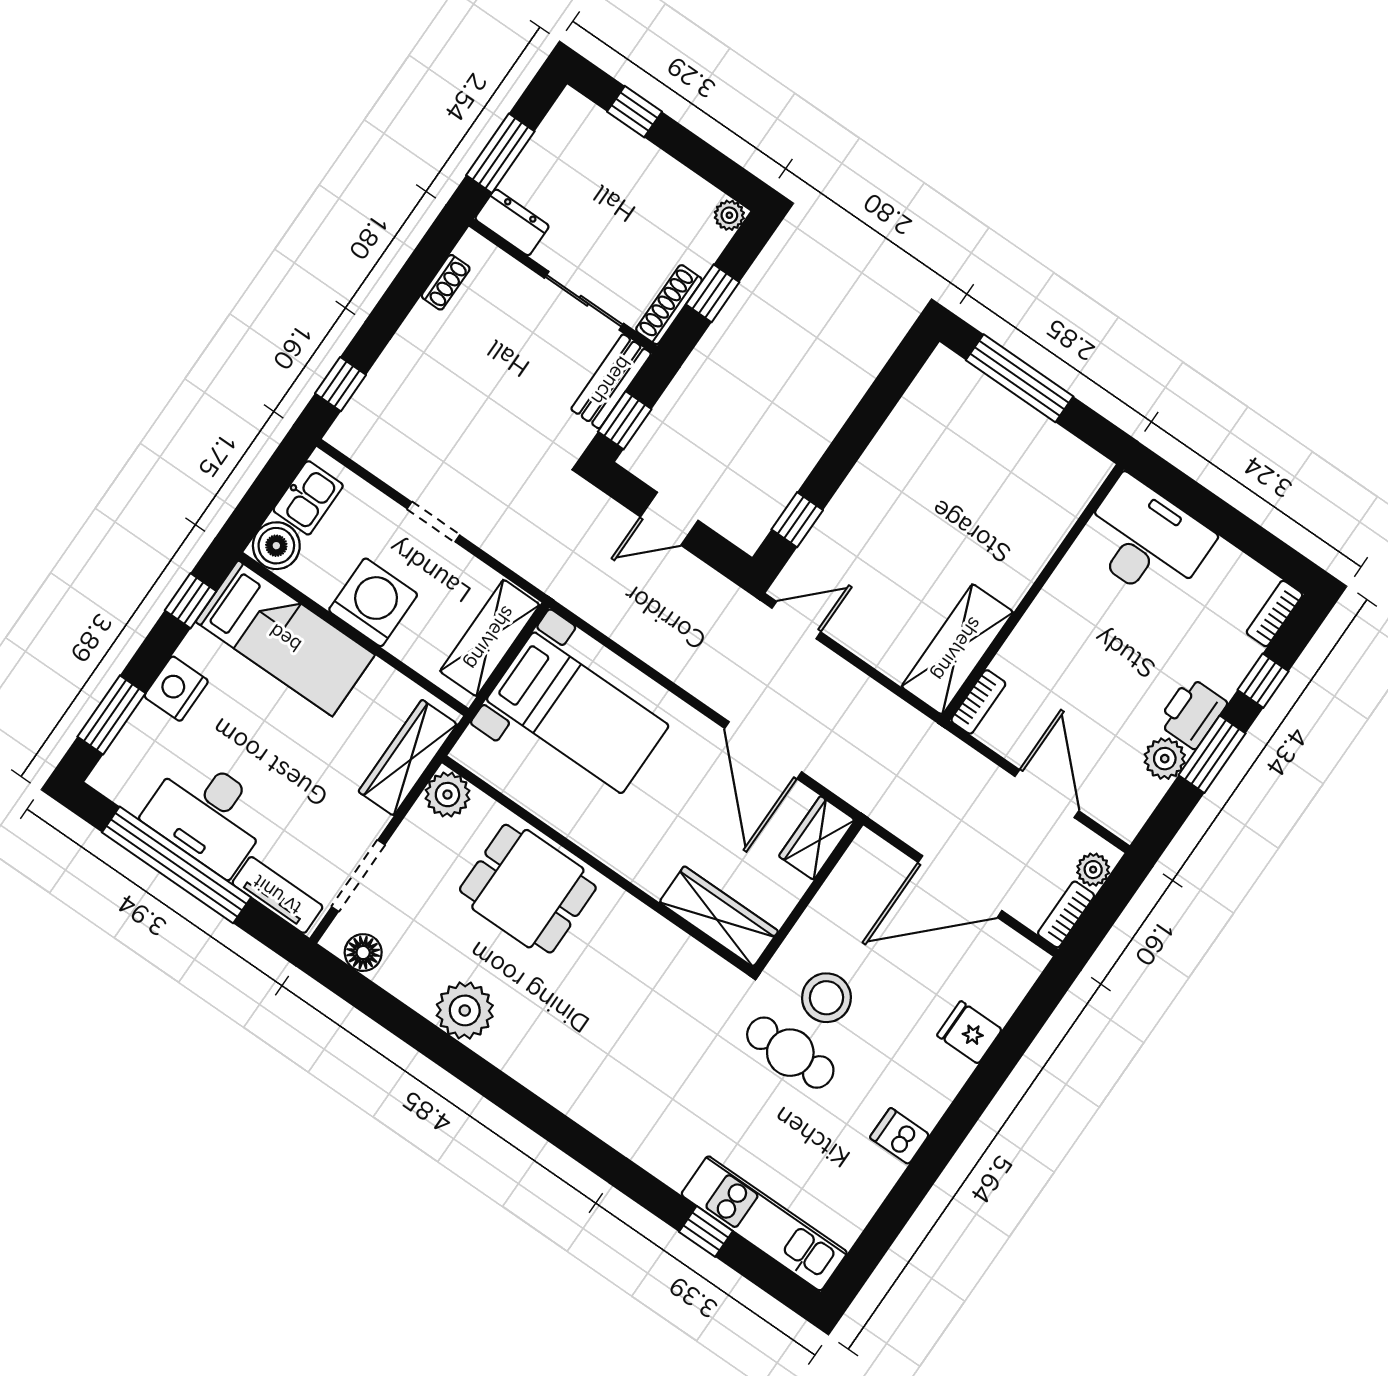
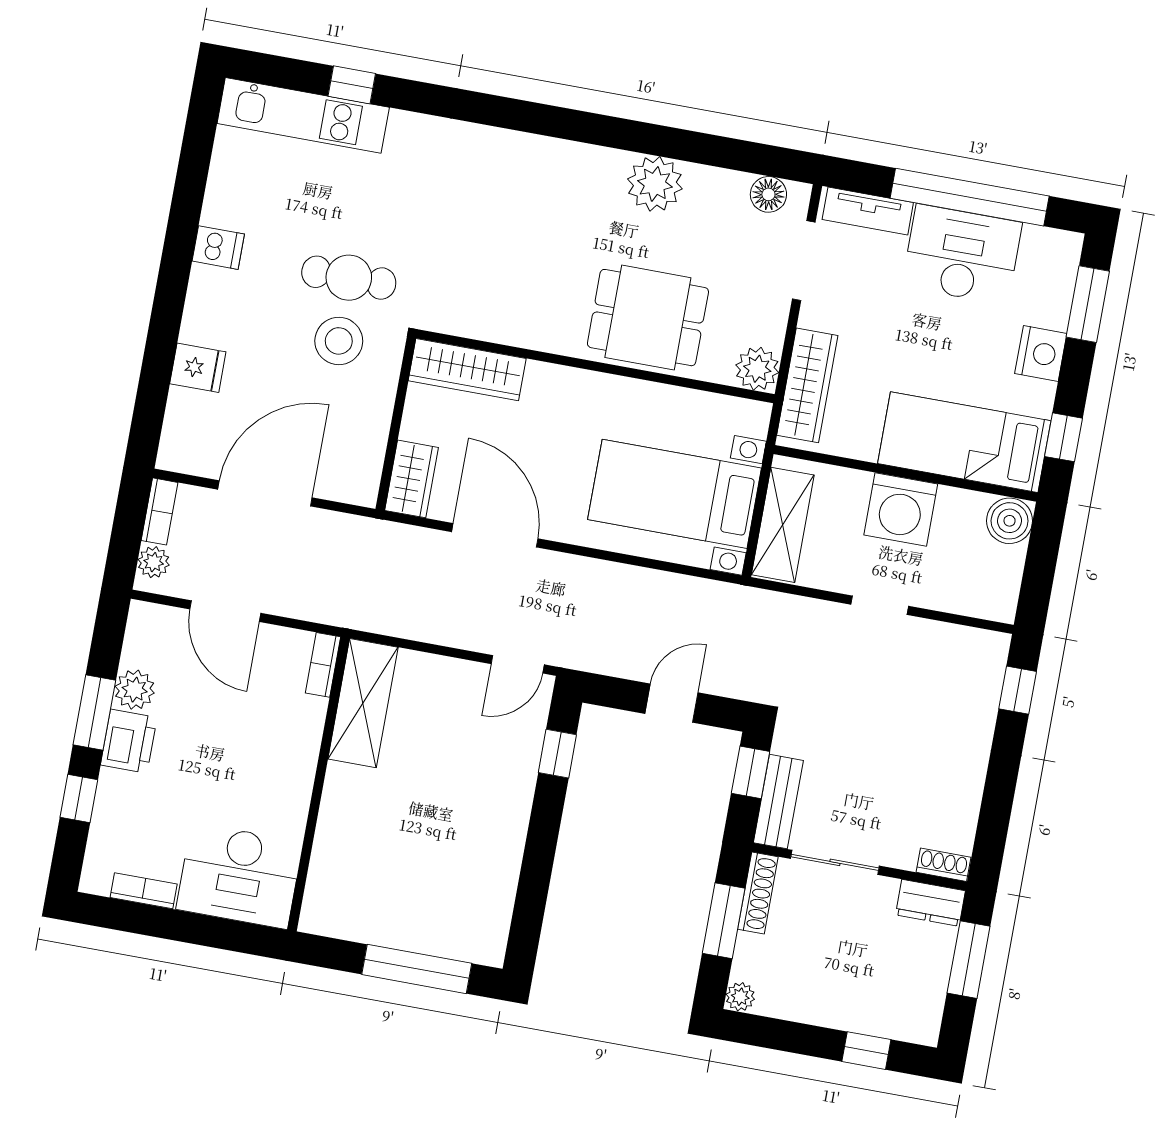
shoe rack: (446, 282) -> (943, 865), moved, turned 90
window: (713, 293) -> (724, 921), width x1.50
kitchen sink: (308, 498) -> (1000, 576), removed
bookcase: (1275, 614) -> (144, 891), moved, turned -90

